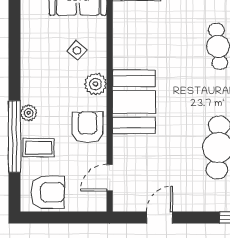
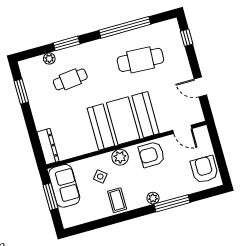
booth: (134, 102) -> (123, 121), width x1.36, depth x1.42
window: (14, 136) -> (172, 203), width x0.68
coffee table: (38, 148) -> (117, 200), moved

